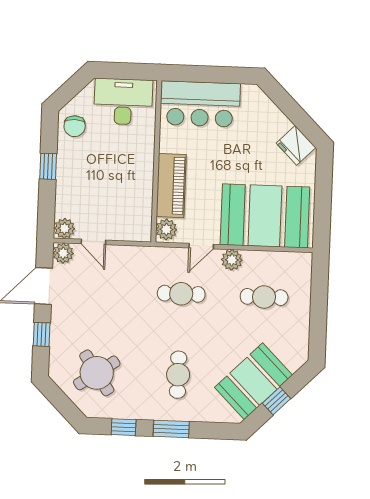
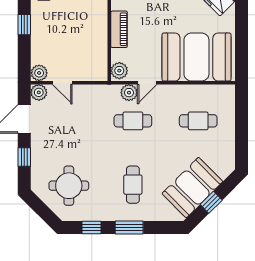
piano: (171, 186) -> (119, 29), width x0.73, depth x0.75
plant: (232, 260) -> (129, 93), moved
round table: (97, 373) -> (69, 186), turned 34

